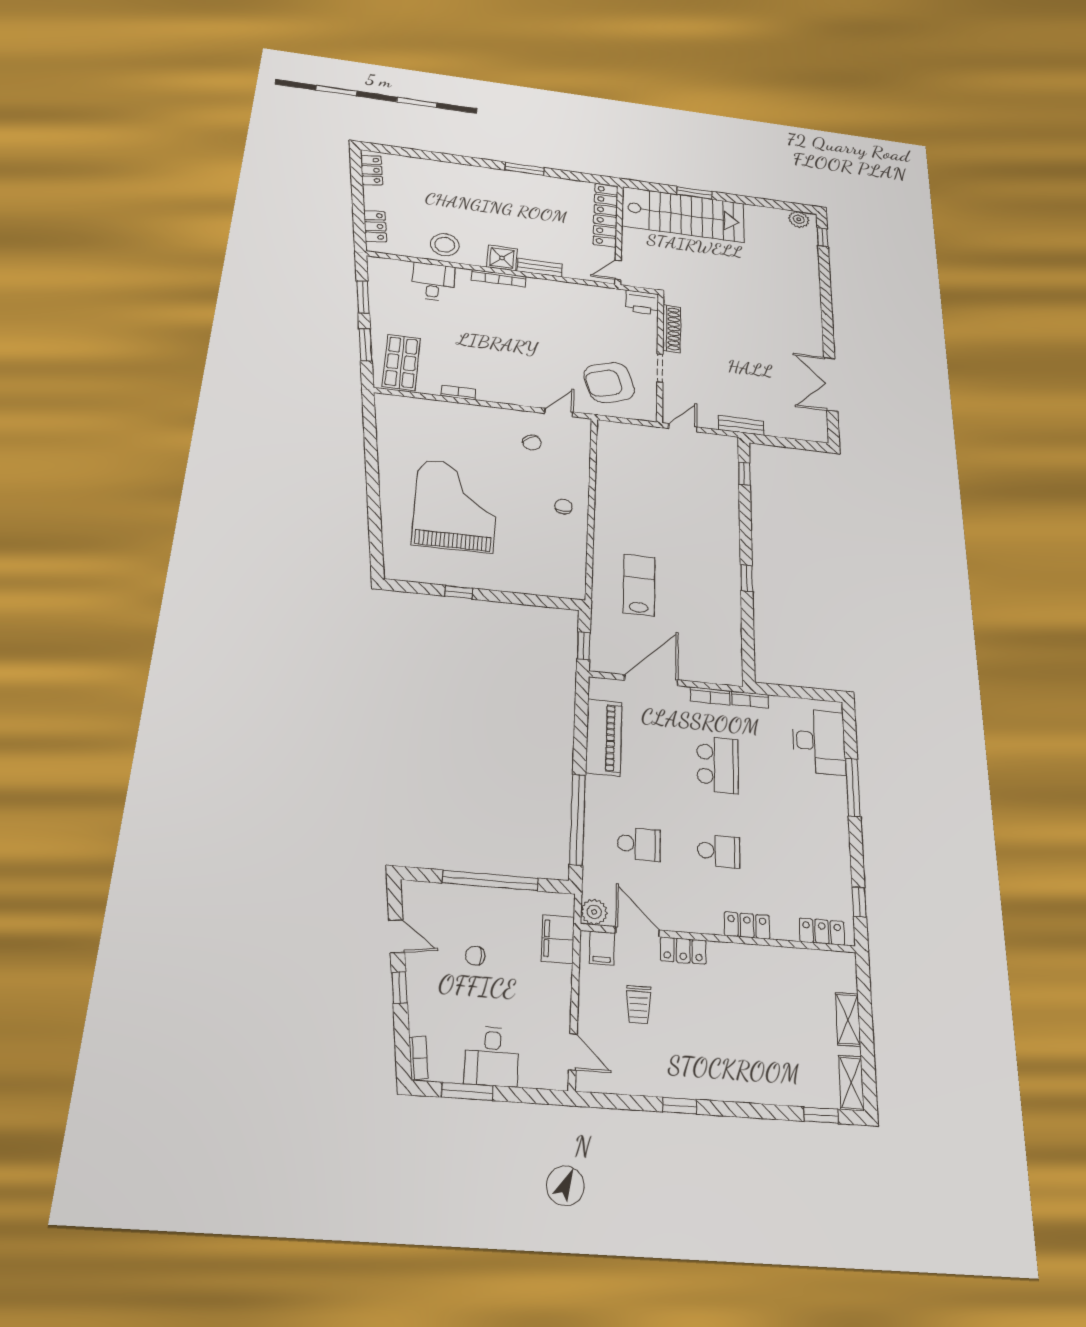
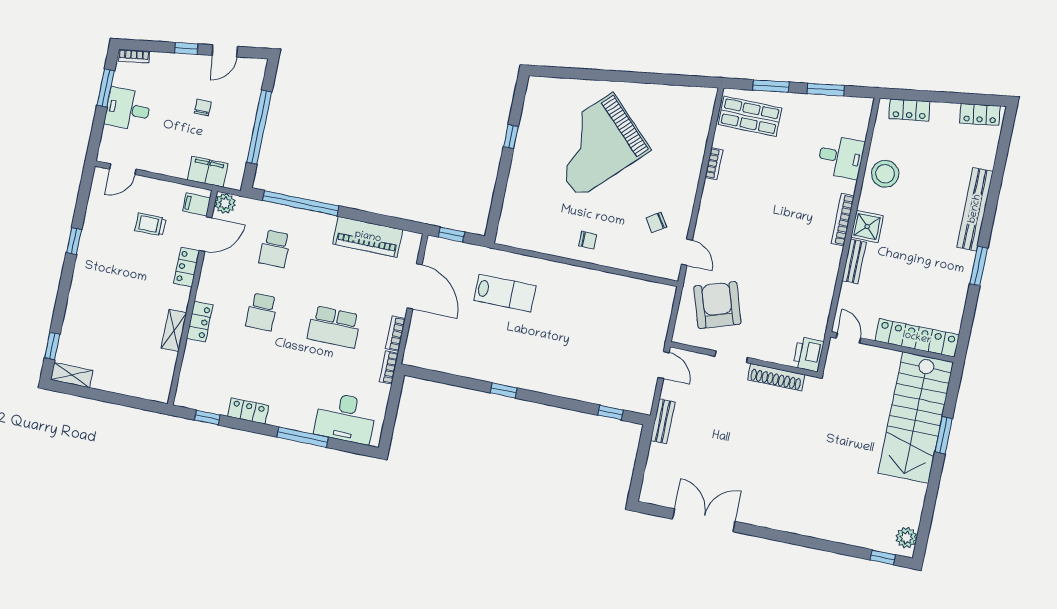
bench: (469, 173) -> (975, 209), added
grand piano: (456, 506) -> (596, 145), turned 135
locker: (822, 932) -> (248, 411), moved, turned -90
shelving: (848, 1019) -> (174, 330), moved, turned 90

